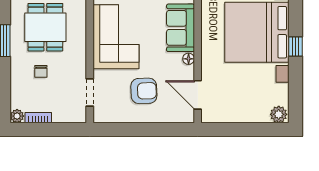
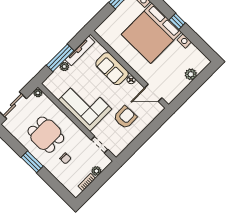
plant: (279, 114) -> (191, 74), moved
plant: (17, 116) -> (96, 171), moved

